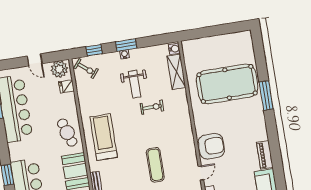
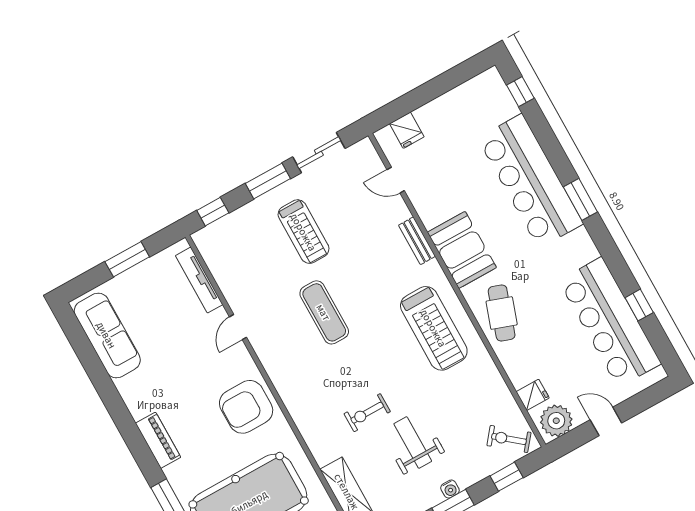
cafe table: (67, 133) -> (502, 313), turned 37
armchair: (211, 146) -> (246, 407), moved
piano: (265, 155) -> (158, 440), moved

